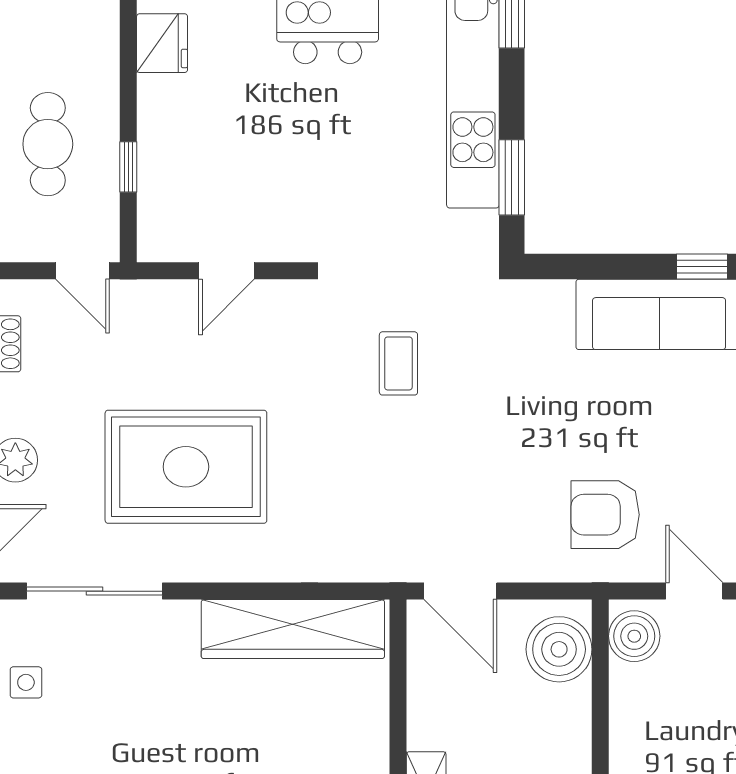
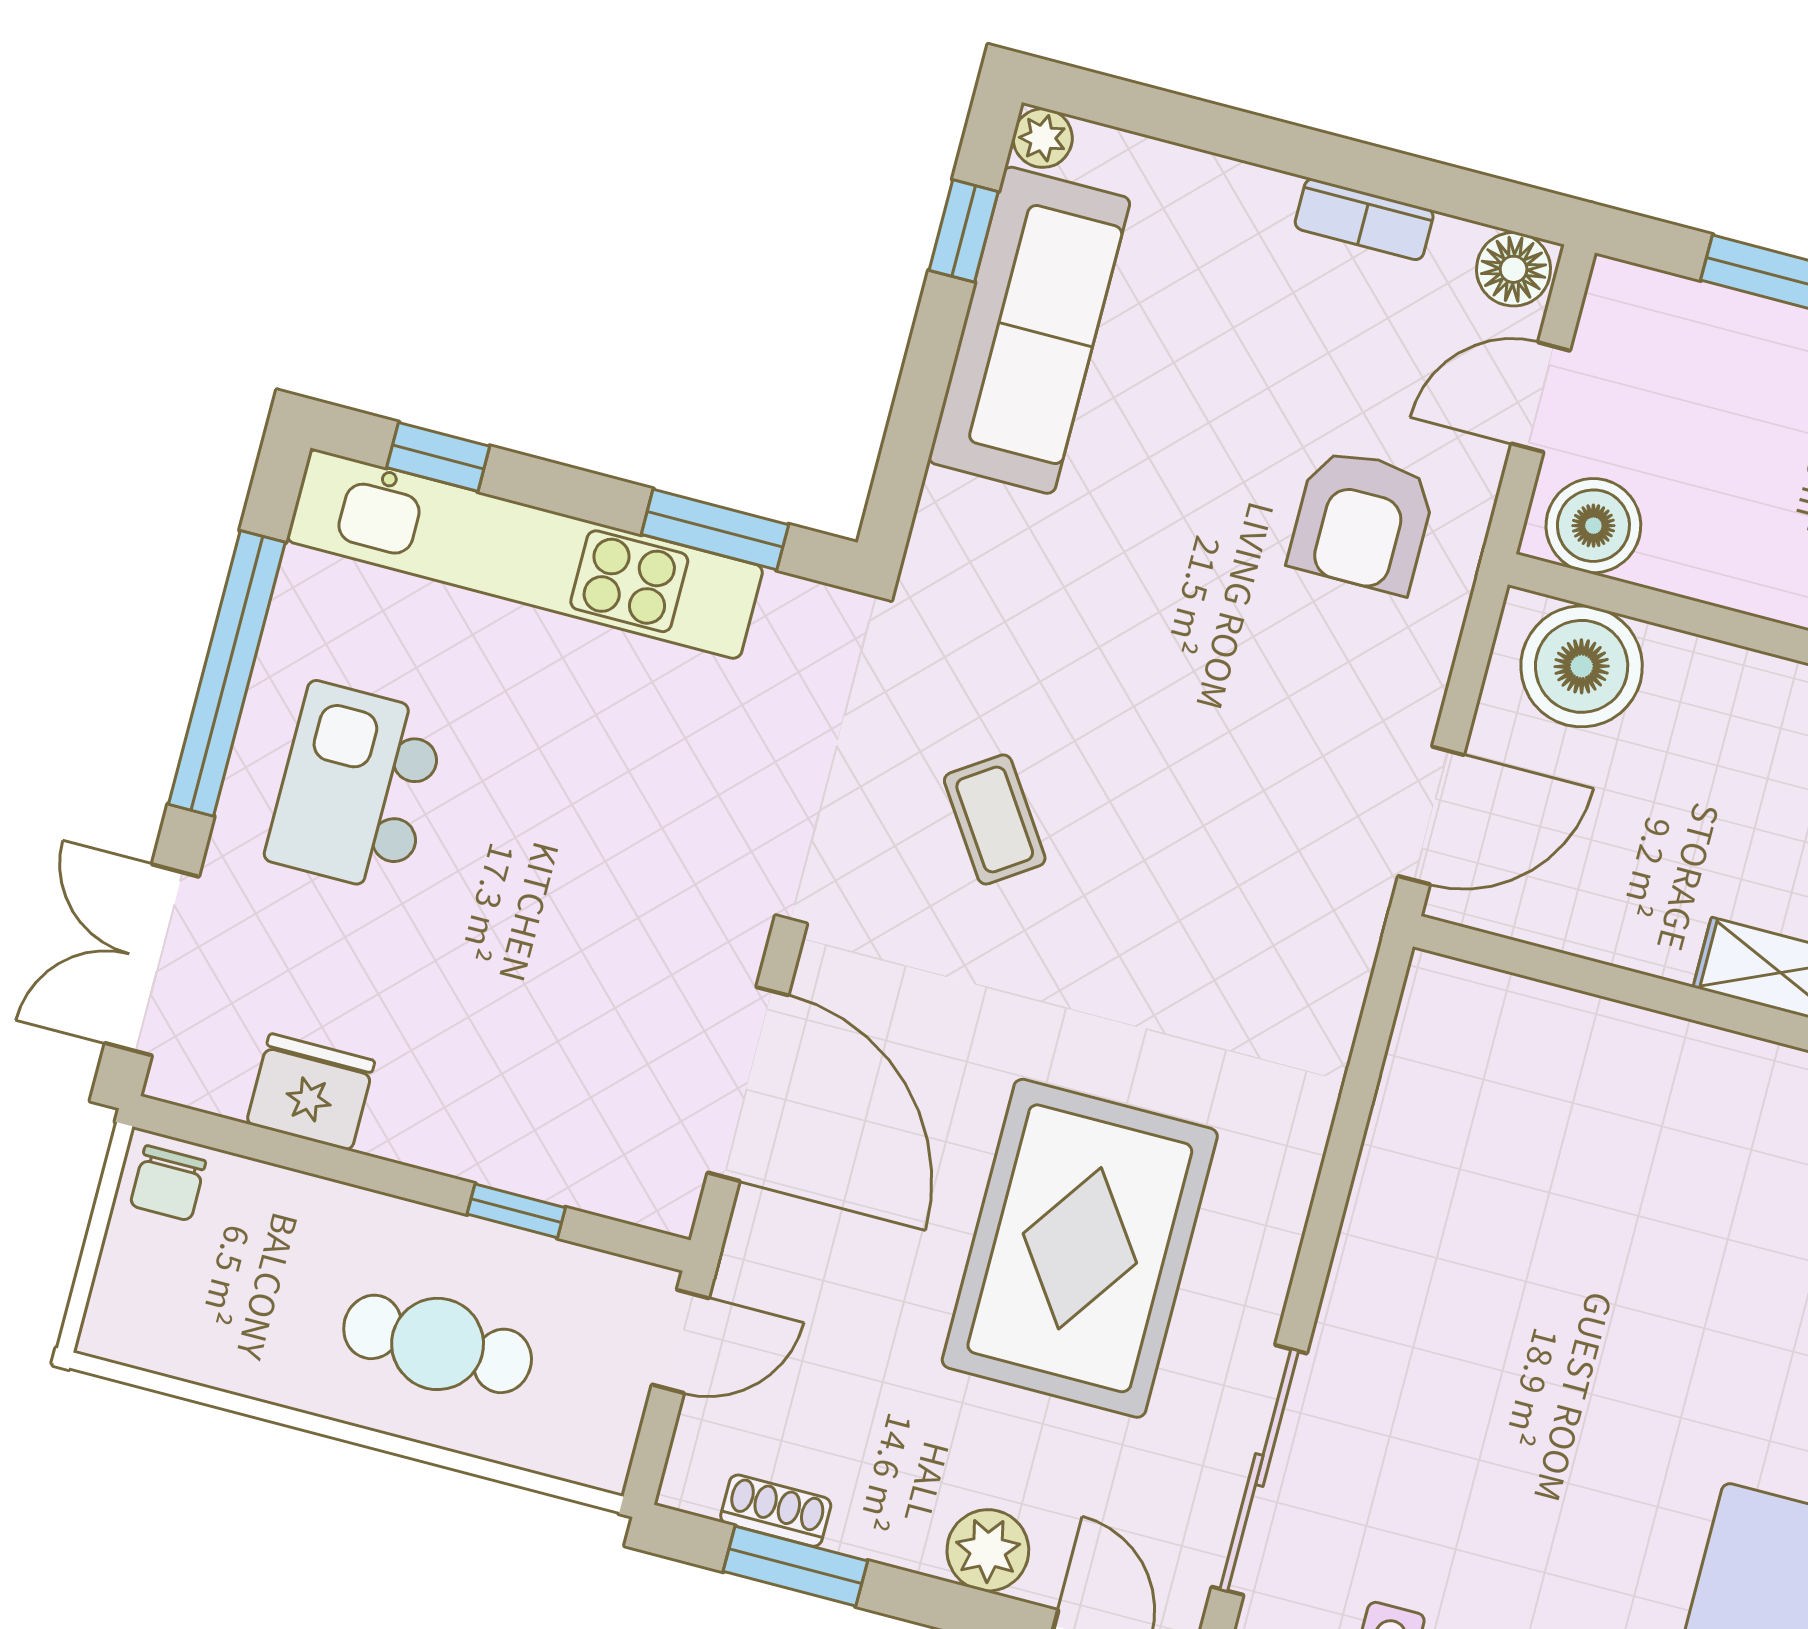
door: (226, 271) -> (748, 1084), width x1.88
coffee table: (398, 363) -> (995, 819), turned 56
wardrobe: (293, 629) -> (1420, 1133), removed

